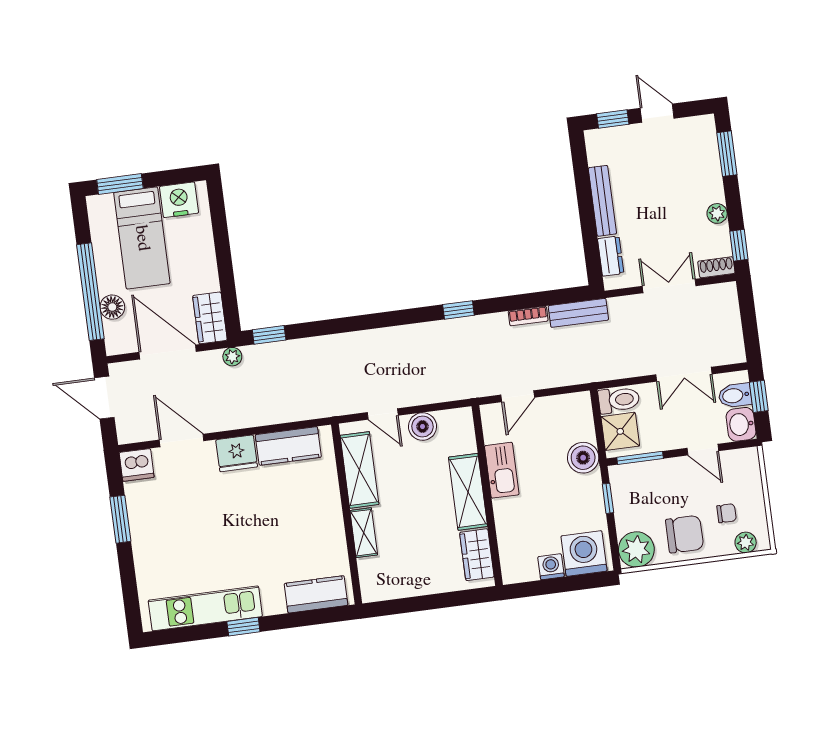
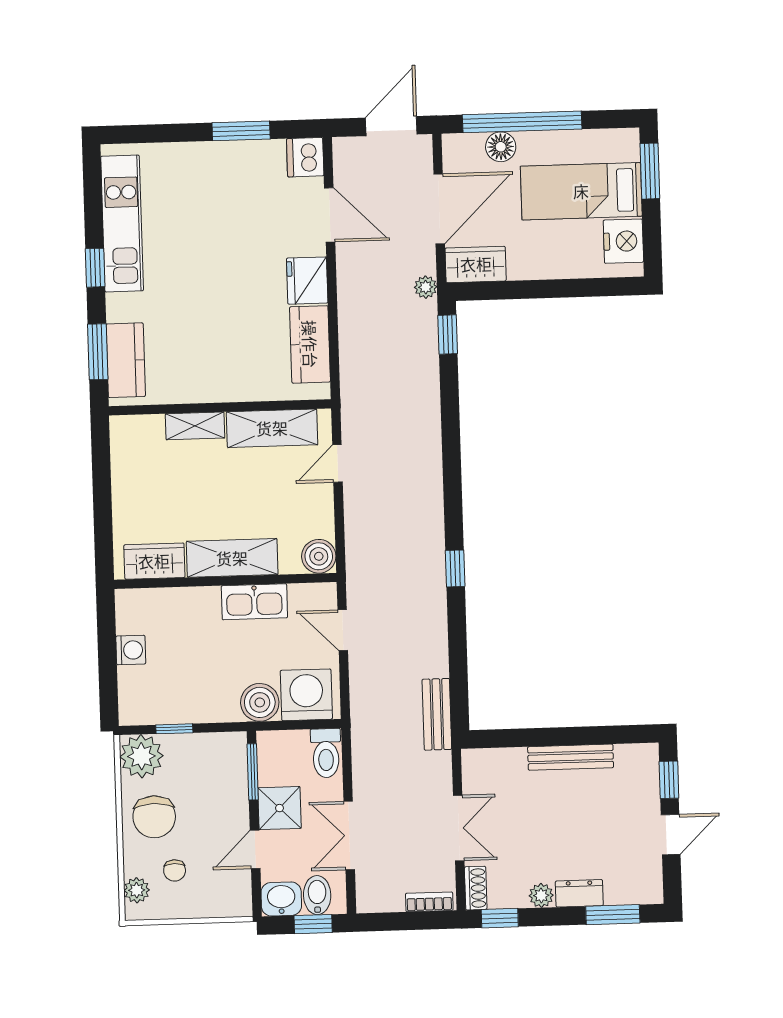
dresser: (611, 256) -> (579, 893), moved, turned 180
bookcase: (528, 316) -> (429, 902), moved, turned 90
boiler: (423, 427) -> (319, 556), moved
shower: (620, 431) -> (279, 808), moved
door: (182, 440) -> (330, 215), hinge flipped
window: (608, 498) -> (174, 729), moved
washing machine: (584, 553) -> (306, 695), moved, turned -90
window: (311, 618) -> (98, 352), added

